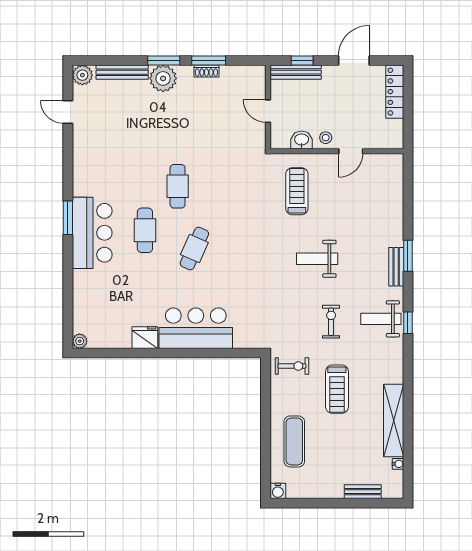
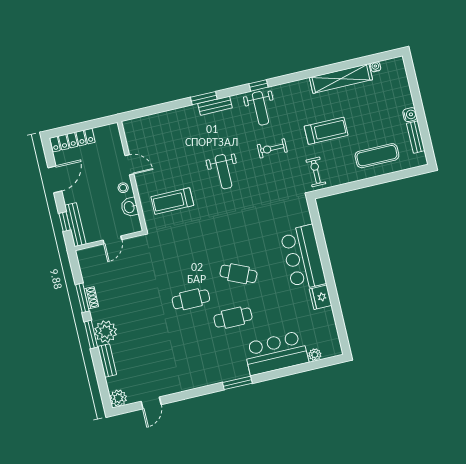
door: (354, 61) -> (55, 179), swing flipped
bench: (122, 72) -> (107, 361), width x0.73
bar counter: (92, 233) -> (276, 353), moved
plant: (80, 341) -> (315, 355), moved
water cooler: (278, 491) -> (410, 115), moved
bench: (363, 492) -> (416, 137), moved

